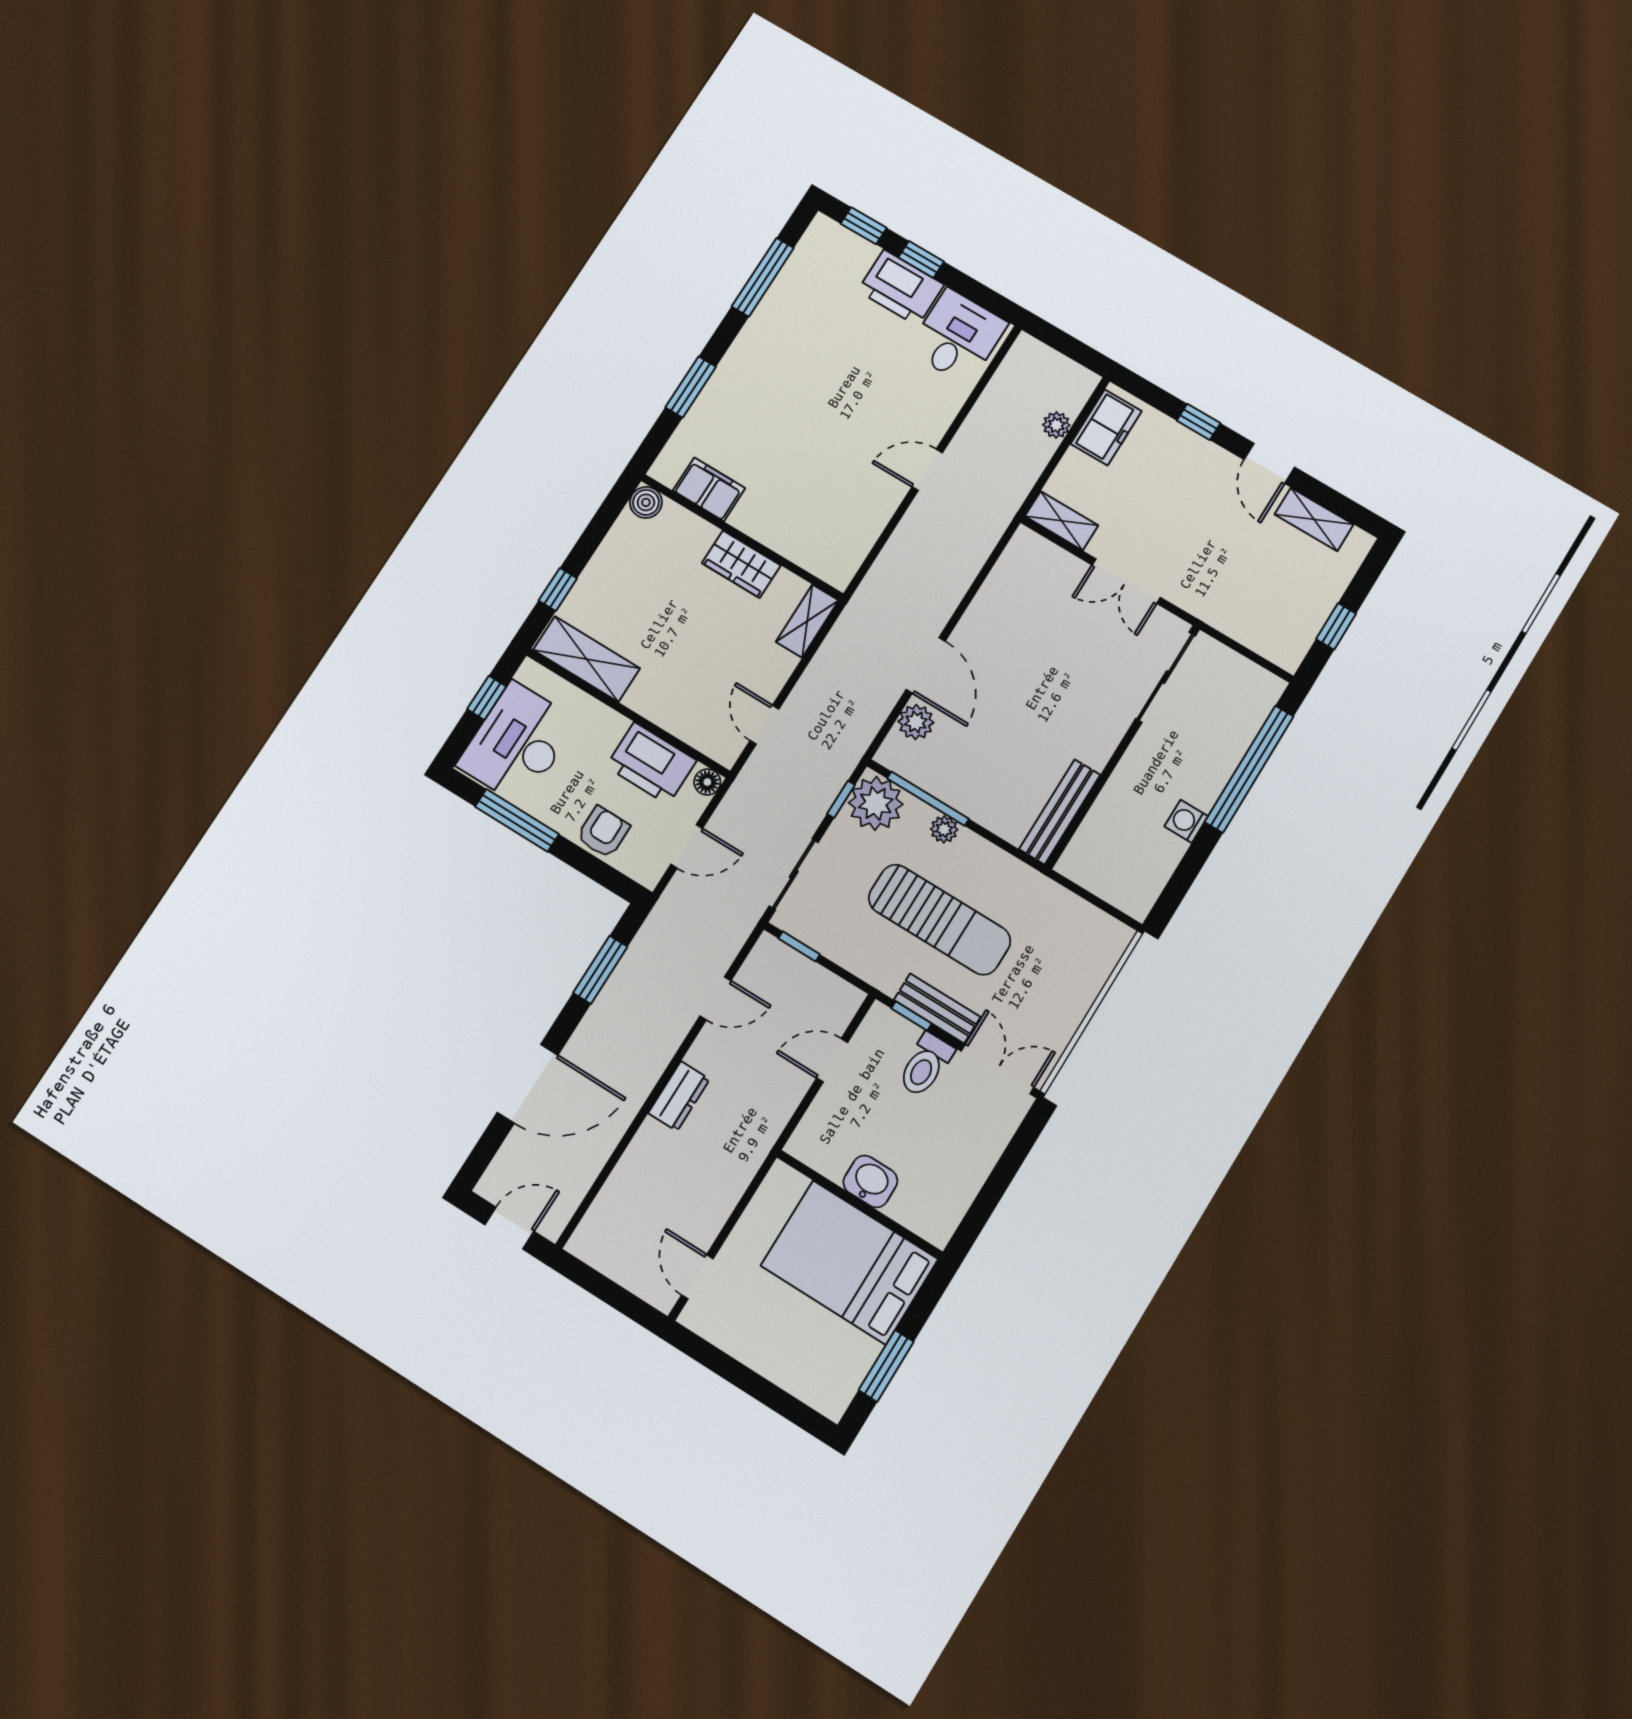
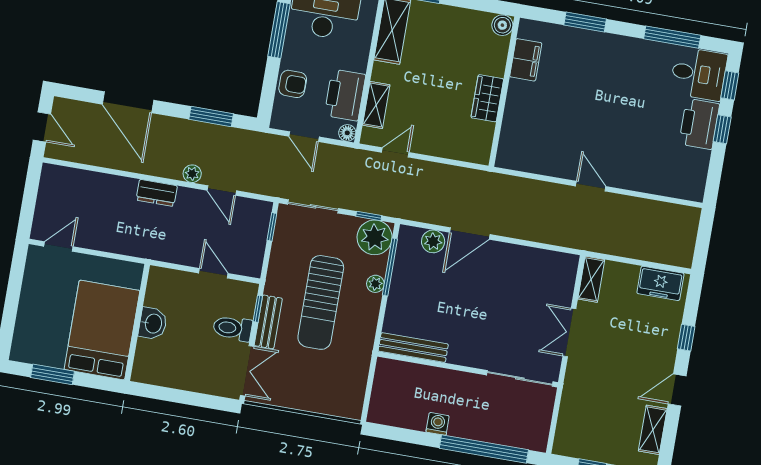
desk: (957, 337) -> (699, 74), moved
plant: (1056, 425) -> (192, 174), moved
shelving: (807, 621) -> (376, 105), moved, turned 90

